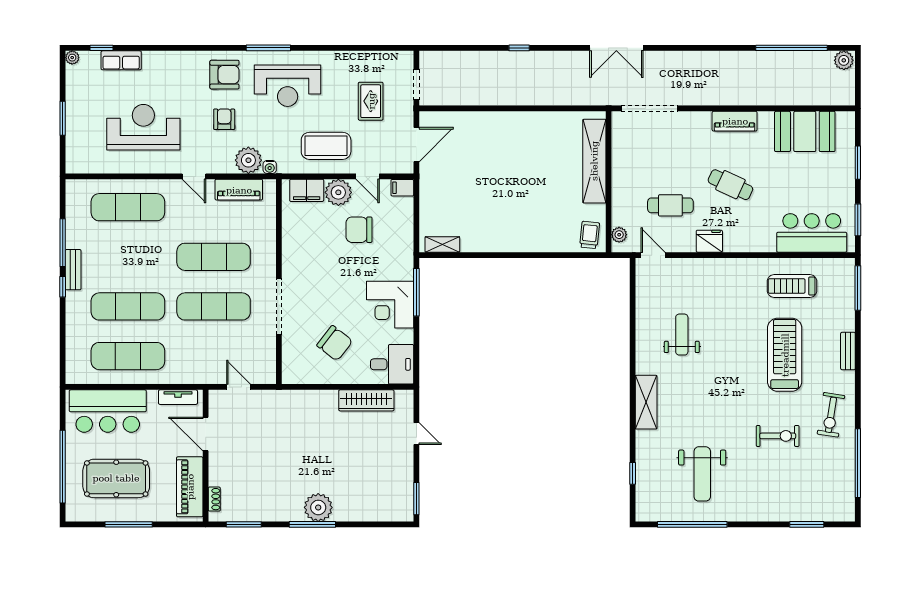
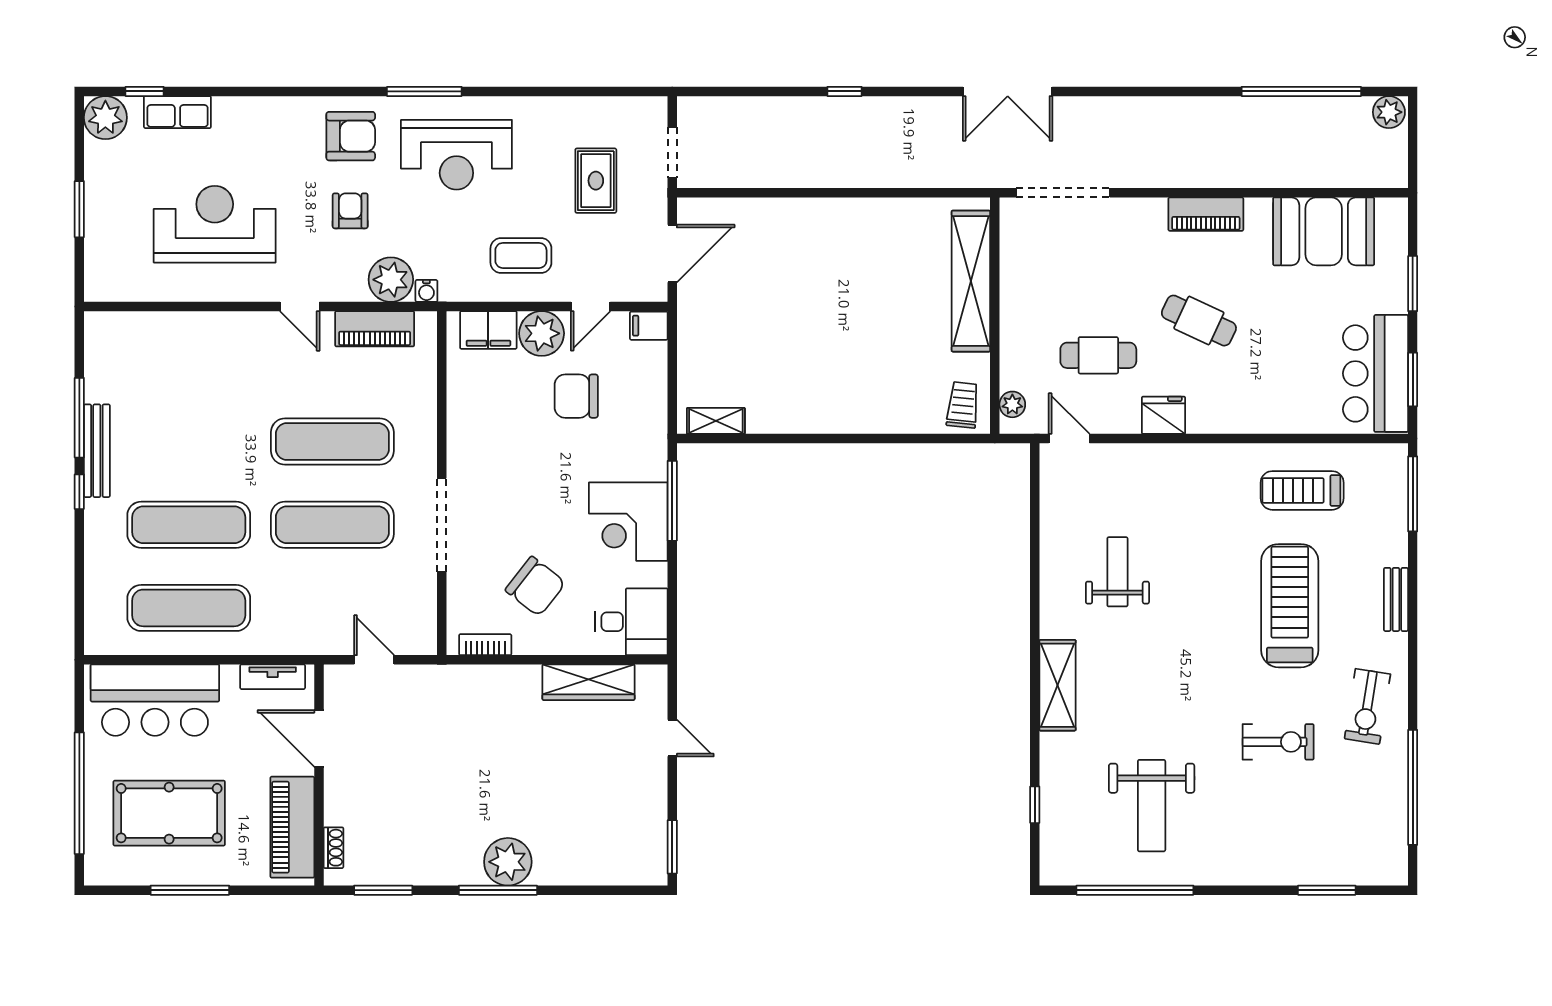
plant: (72, 58) -> (105, 118), width x1.88, depth x1.88
coffee table: (326, 146) -> (521, 255), width x0.73, depth x0.76
door: (368, 176) -> (591, 306), hinge flipped
exercise mat: (128, 207) -> (189, 358), removed
bar counter: (812, 233) -> (1375, 373), moved, turned -90
bench: (73, 270) -> (97, 451), width x1.36
bookcase: (305, 378) -> (485, 645), added

